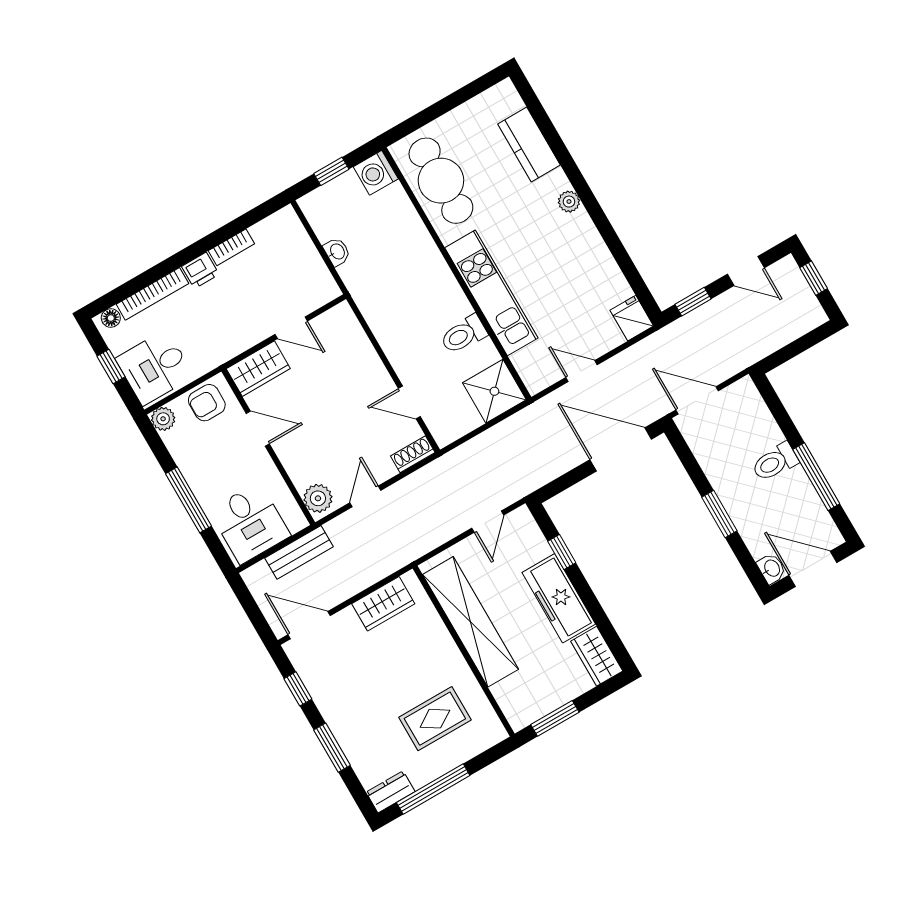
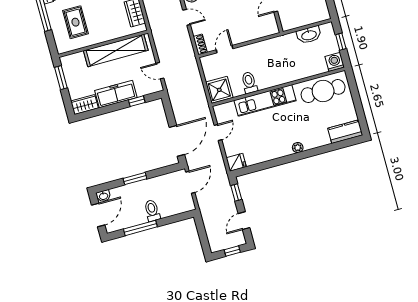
kitchen counter: (529, 145) -> (345, 132), moved
washbasin: (337, 252) -> (309, 35), width x1.91, depth x1.45

